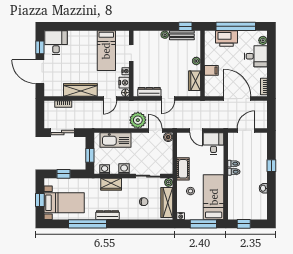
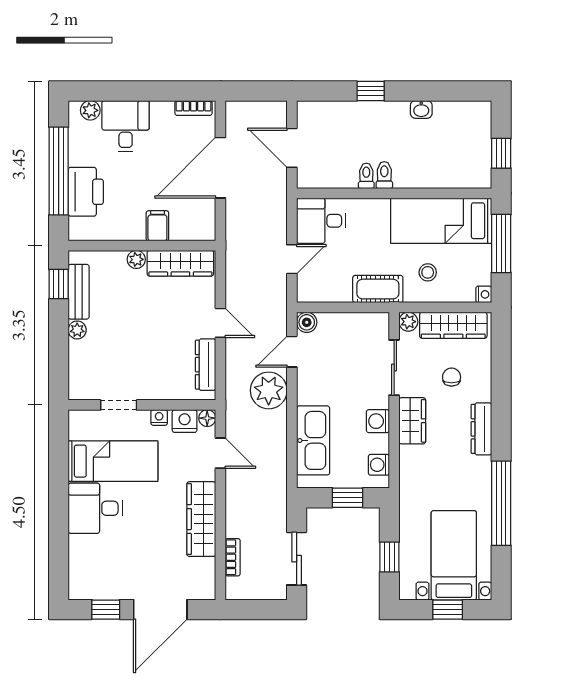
desk: (56, 43) -> (95, 508), moved
wardrobe: (195, 81) -> (180, 263), width x1.50
wardrobe: (111, 184) -> (412, 421), moved
dresser: (108, 215) -> (481, 429), moved

